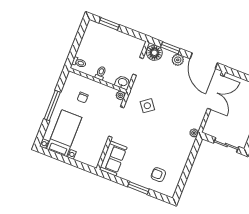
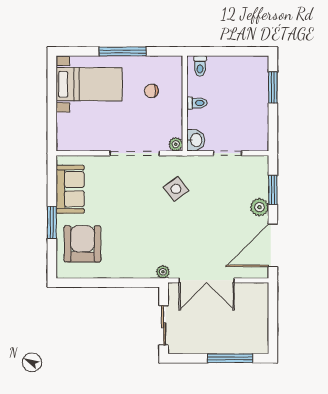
floor lamp: (154, 53) -> (257, 169), removed
double door: (216, 92) -> (207, 280), moved
sofa: (113, 158) -> (70, 189), moved, turned -90
armchair: (158, 175) -> (82, 244), width x1.88, depth x1.88

